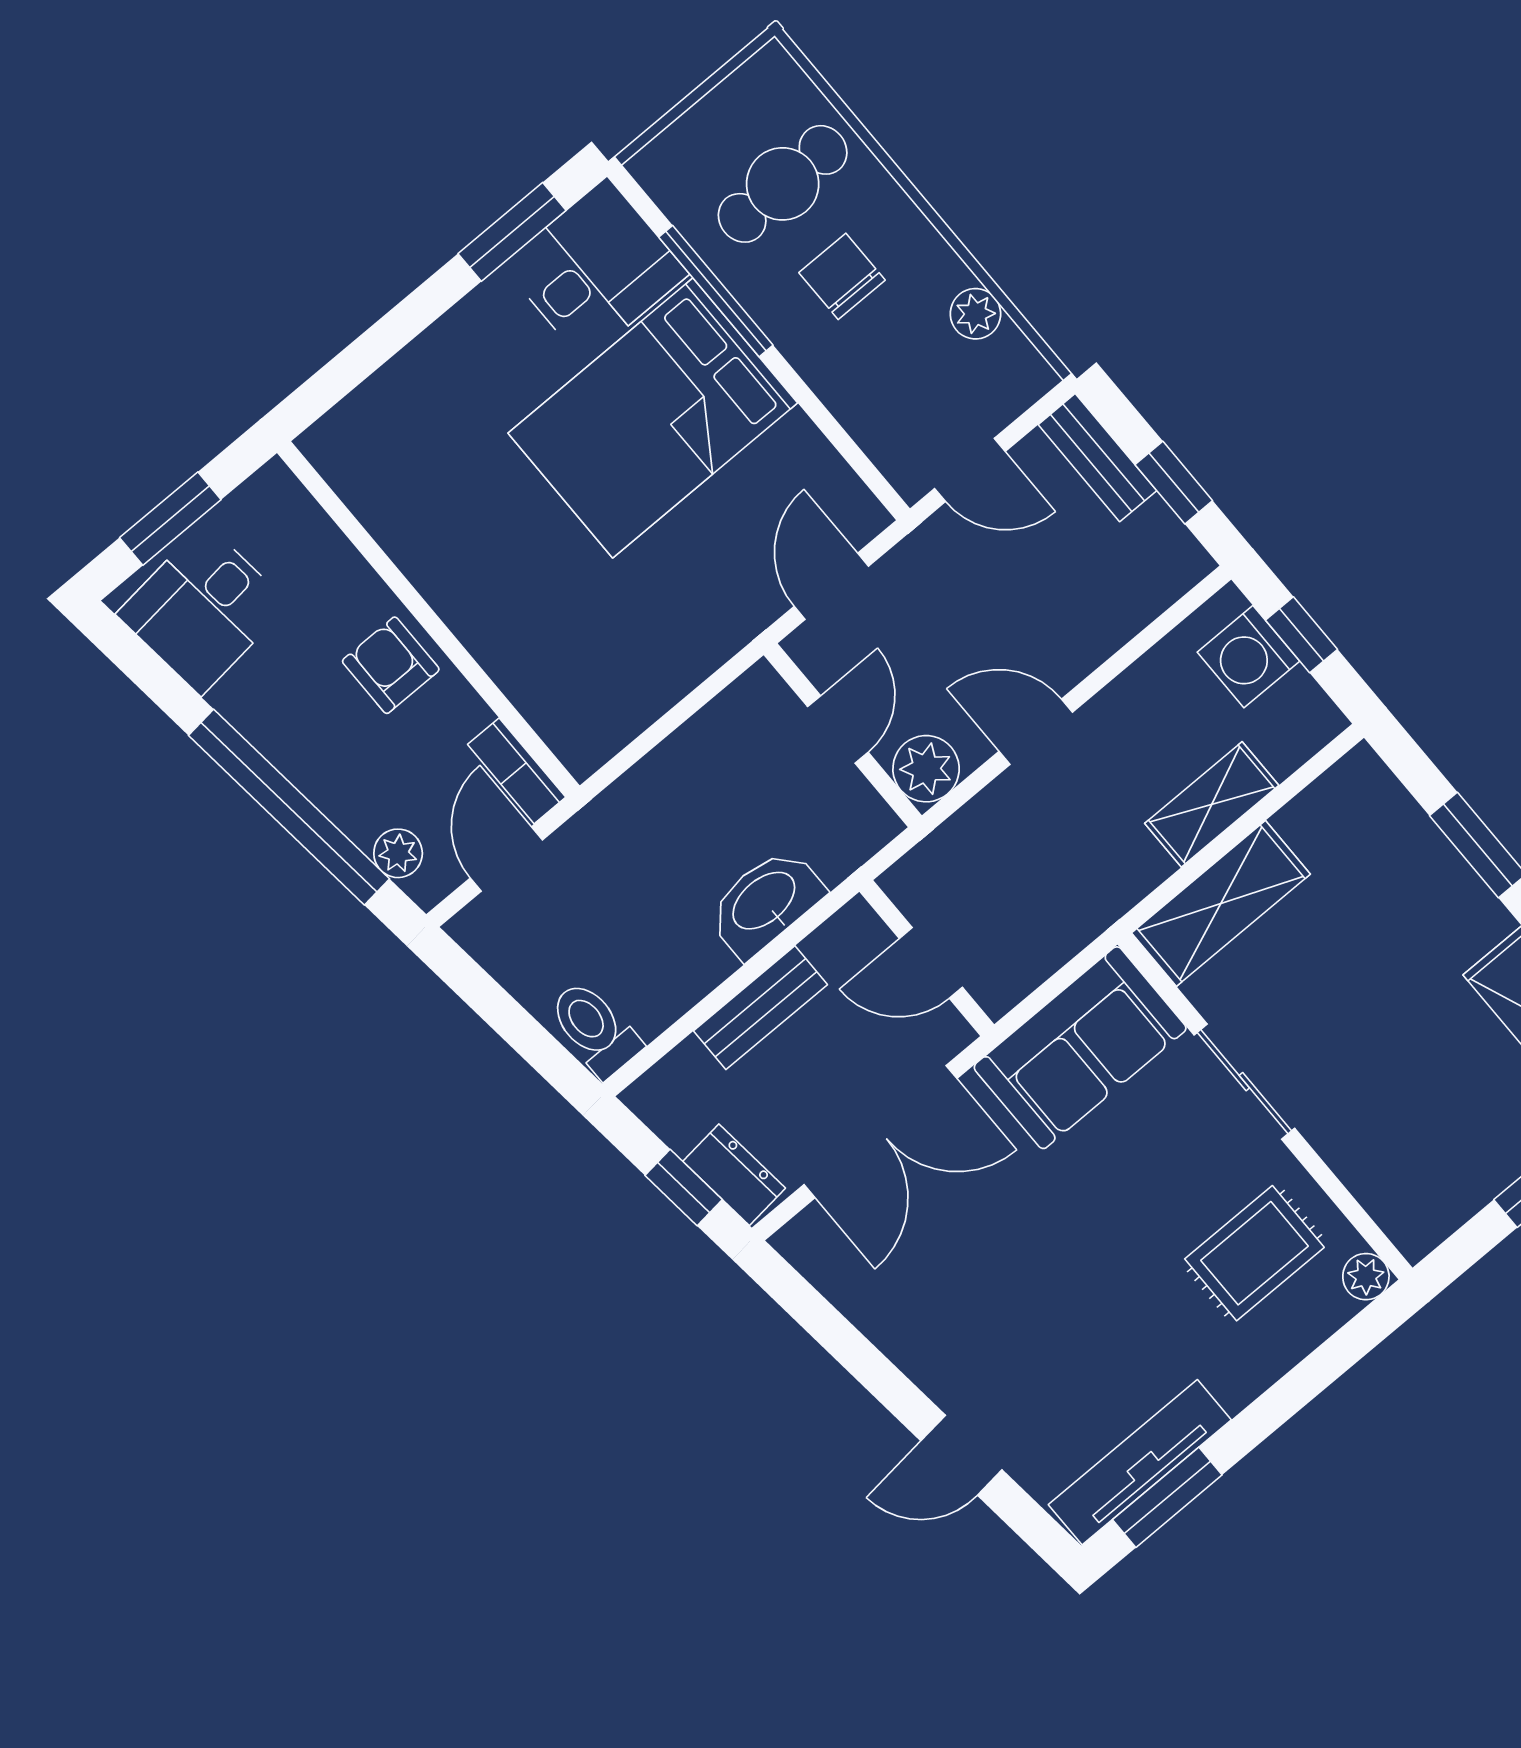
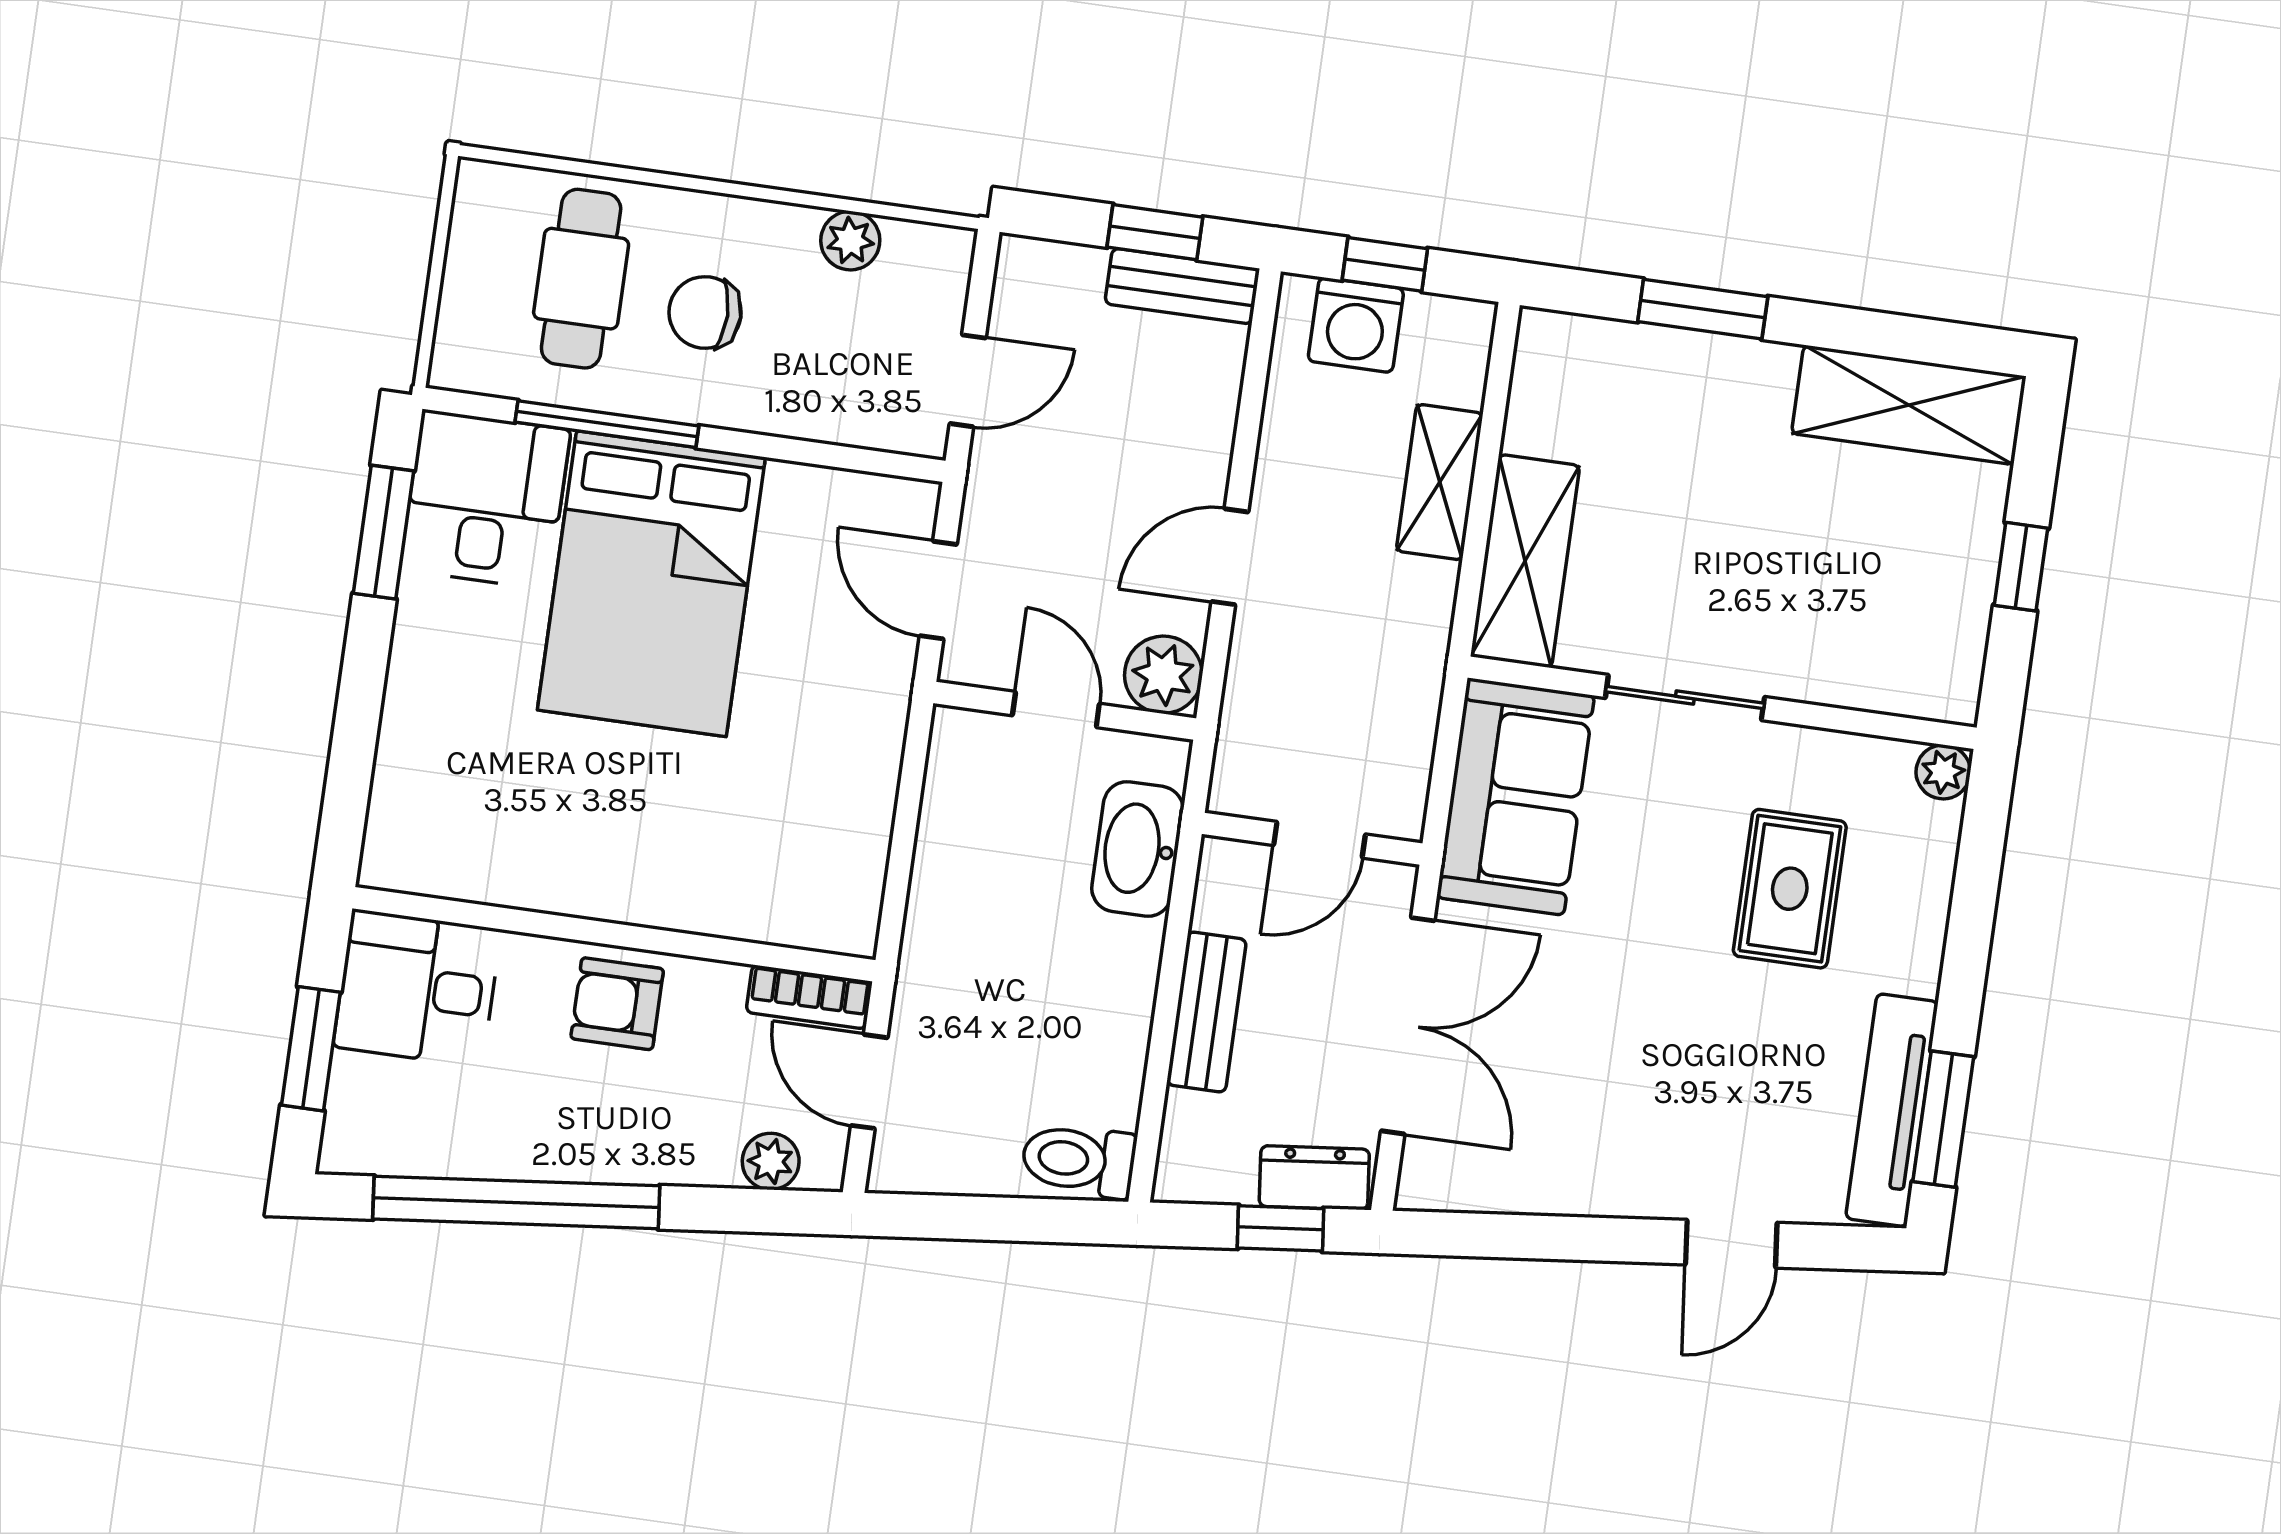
bench: (1097, 458) -> (1182, 286), moved
desk: (203, 609) -> (417, 988), moved, turned 96
window: (289, 807) -> (516, 1202), moved
washbasin: (765, 902) -> (1138, 849), moved
rug: (1254, 1253) -> (1790, 889), moved

